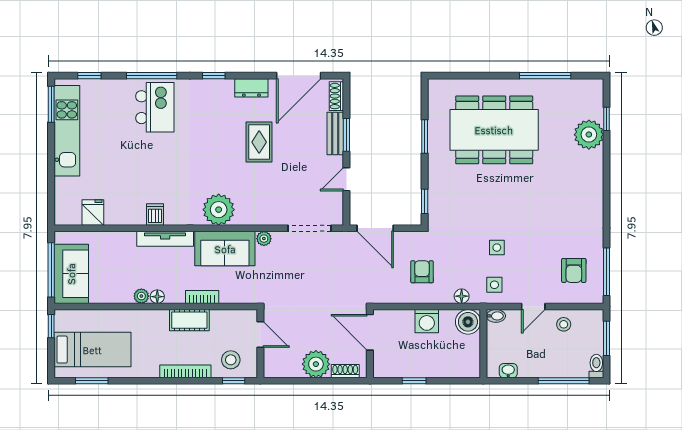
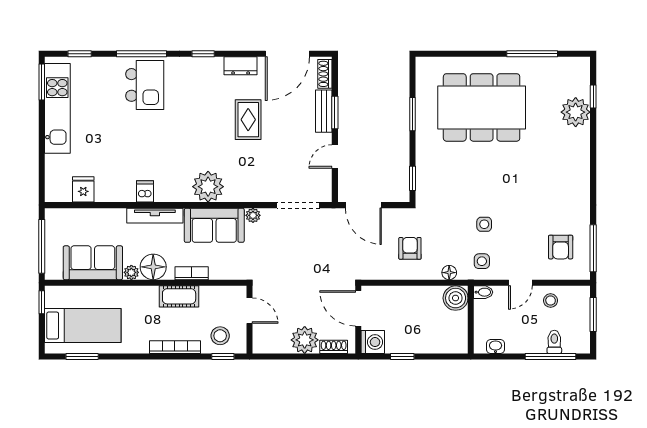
sofa: (71, 274) -> (93, 263), moved, turned -90
floor lamp: (157, 297) -> (153, 267), width x1.89, depth x1.89
washing machine: (427, 321) -> (373, 342), moved, turned -90
toilet: (596, 366) -> (554, 342), moved

